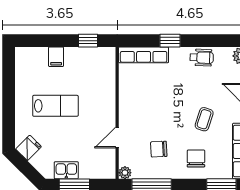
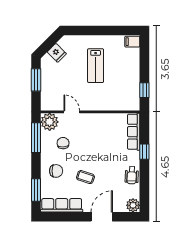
filing cabinet: (56, 57) -> (132, 42), moved
fridge: (29, 148) -> (57, 53), moved
kitchen sink: (66, 170) -> (47, 74), removed
plant: (125, 173) -> (50, 122), width x1.87, depth x1.87

